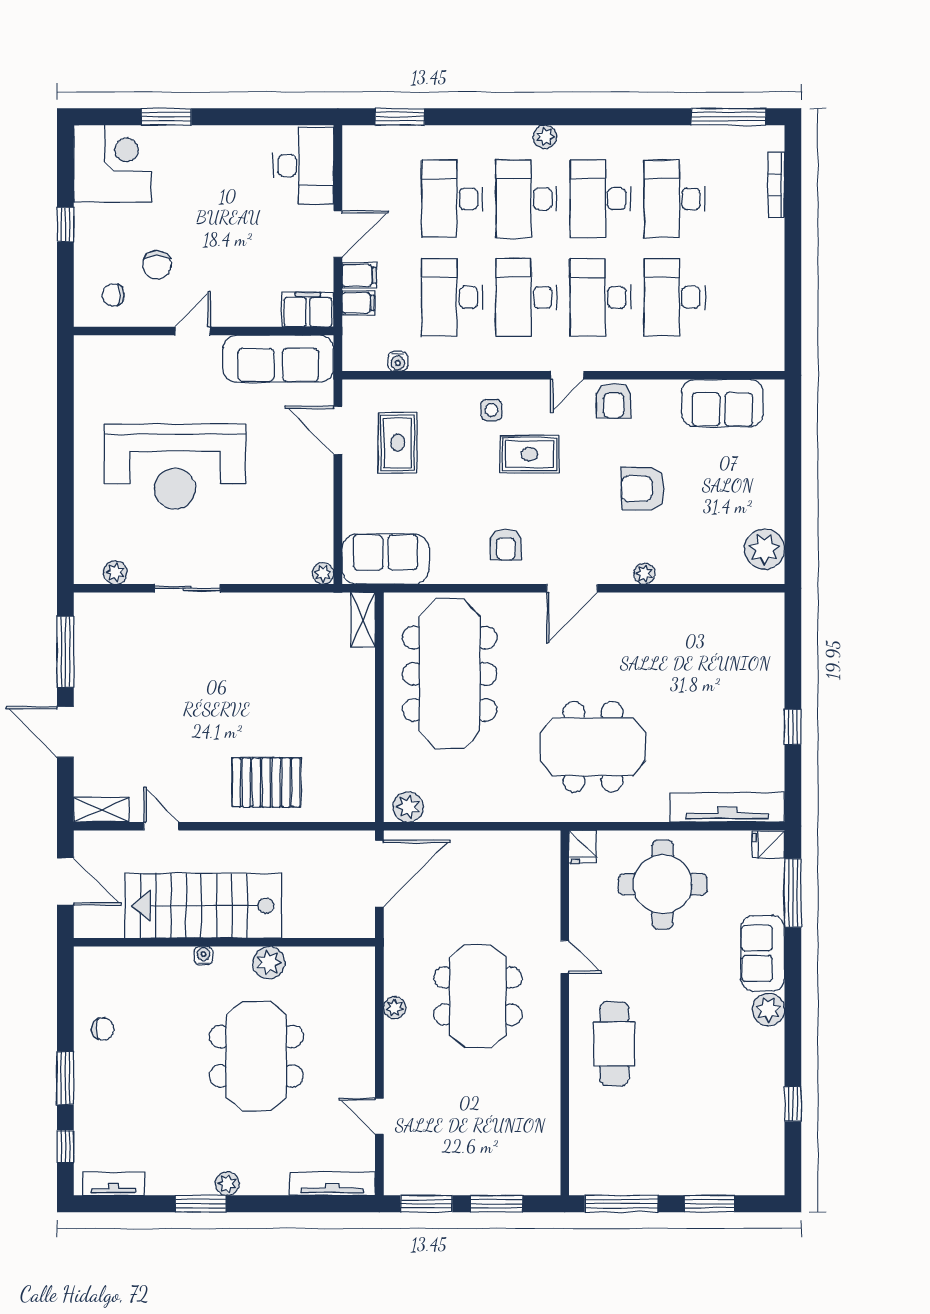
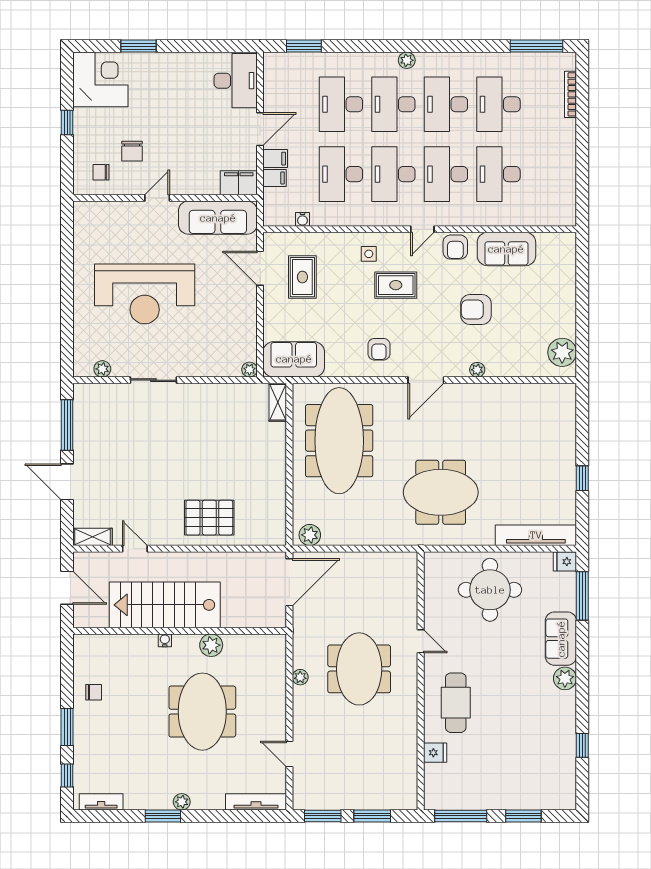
sofa: (722, 403) -> (506, 249), moved
fridge: (583, 847) -> (435, 753), moved, turned -90

